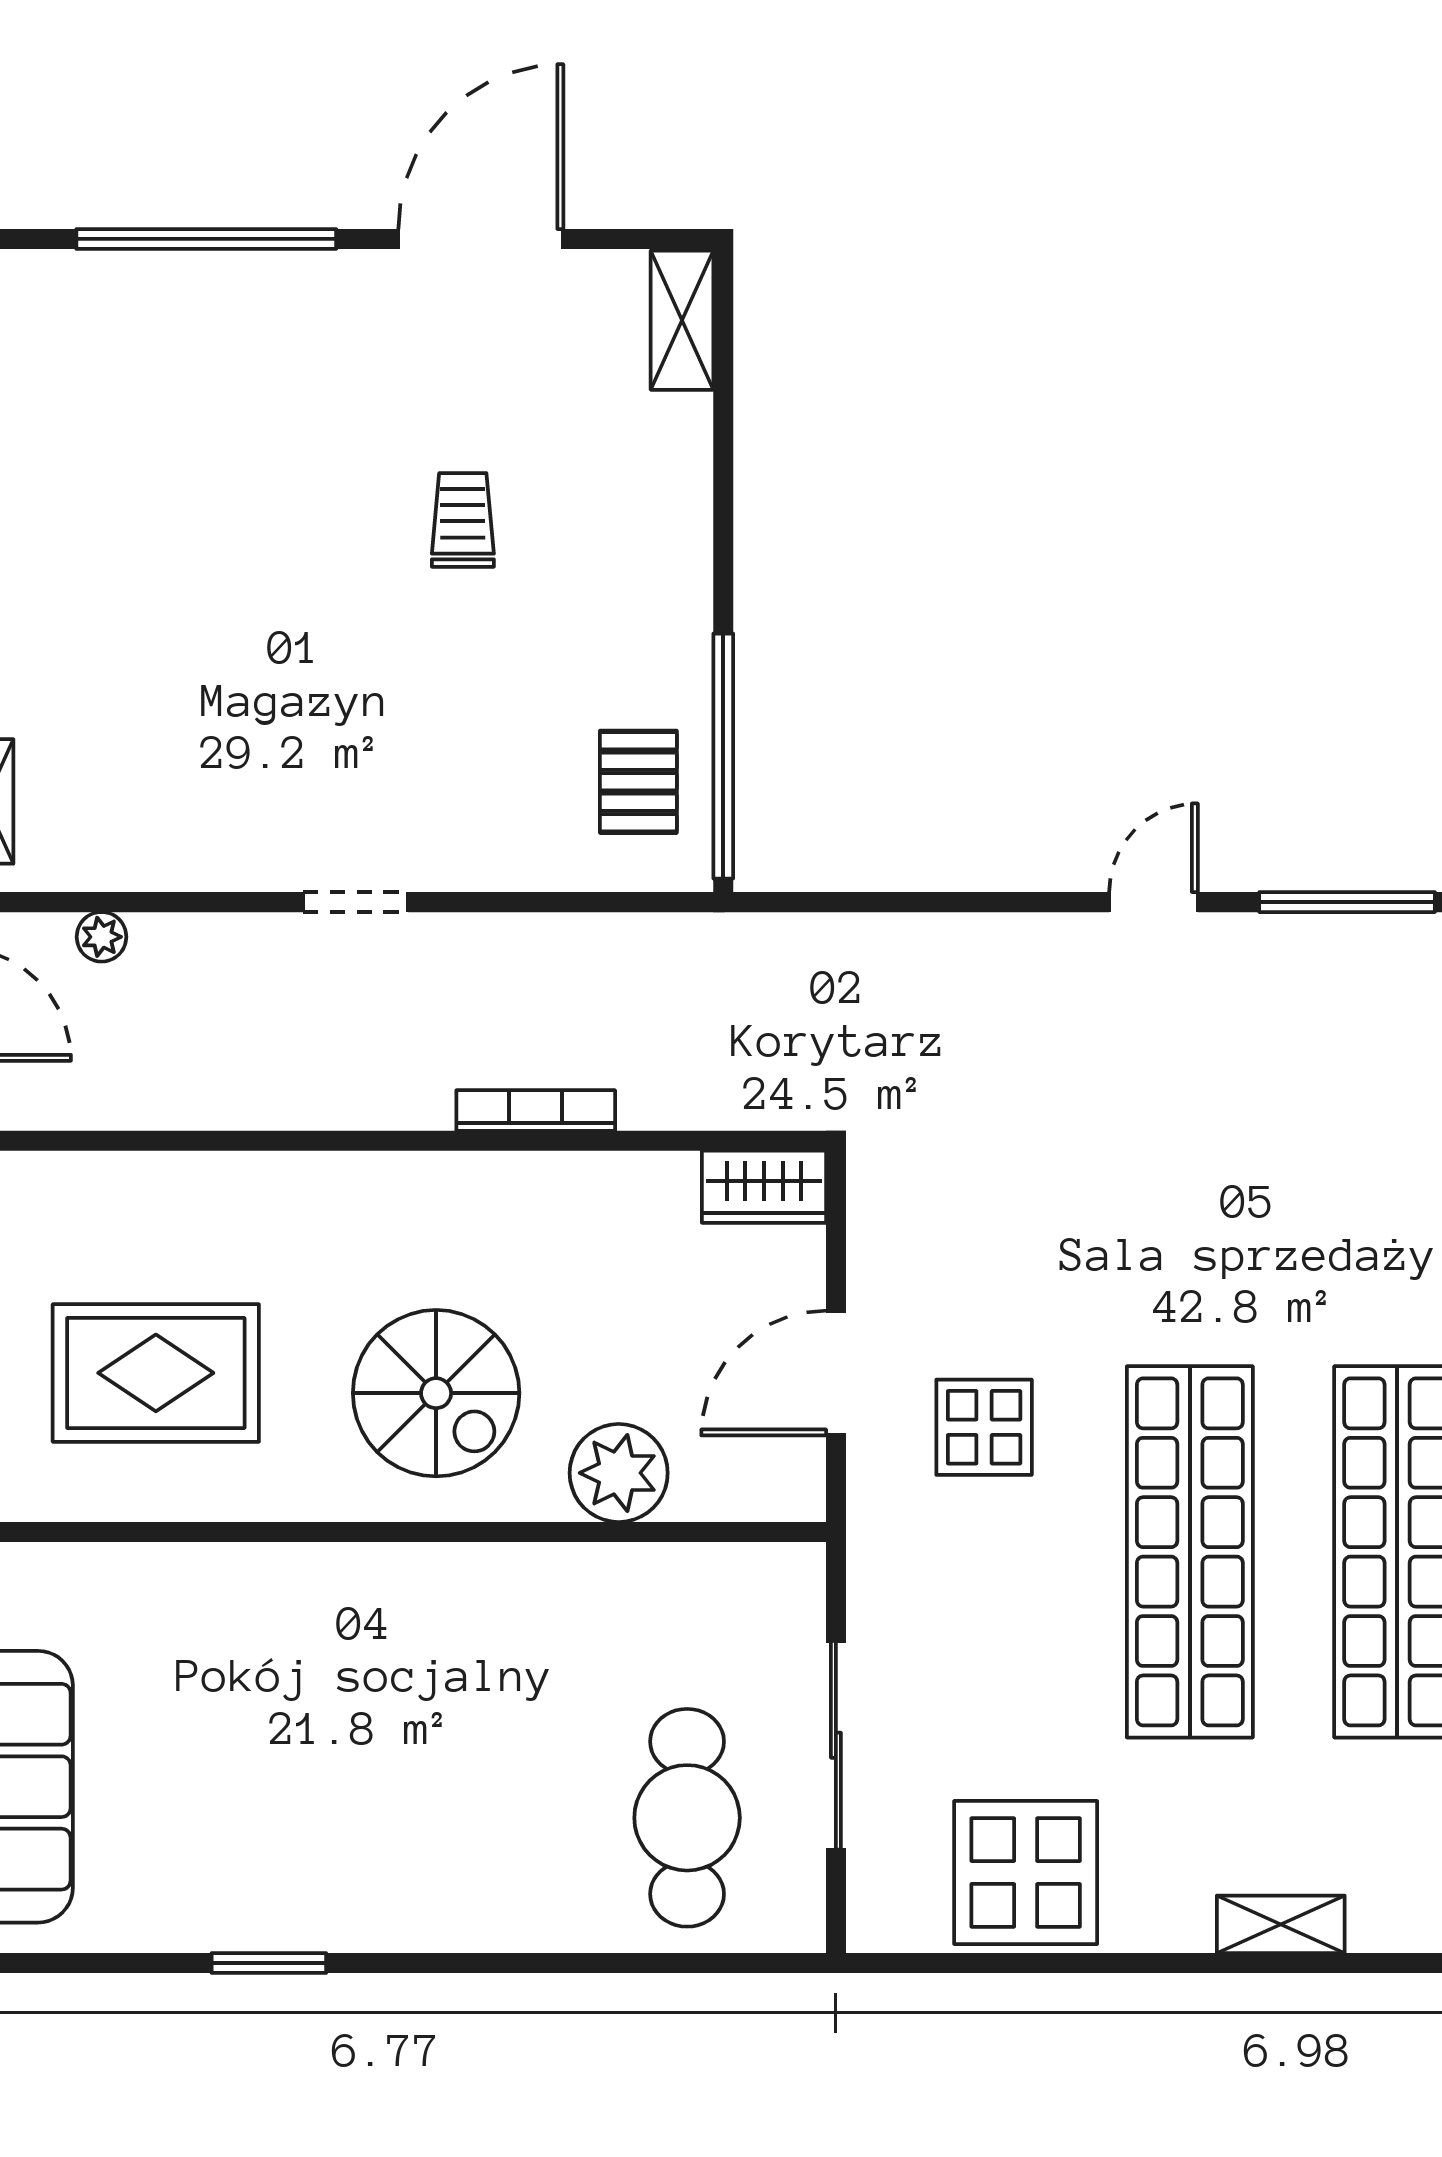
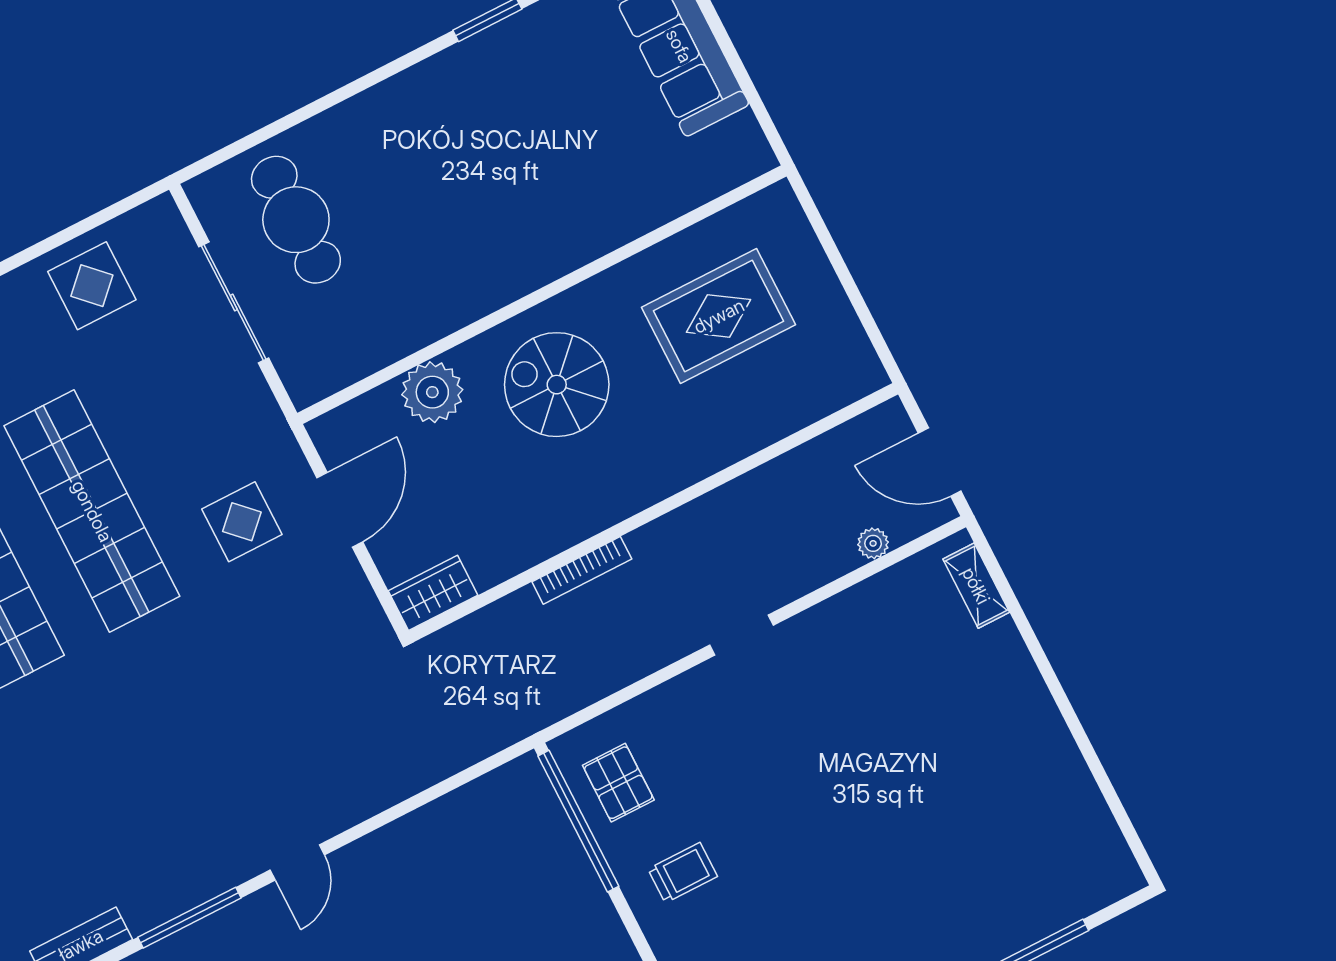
trolley: (463, 520) -> (683, 873), moved, turned -90
display table: (1026, 1872) -> (92, 286), width x0.73, depth x0.73

